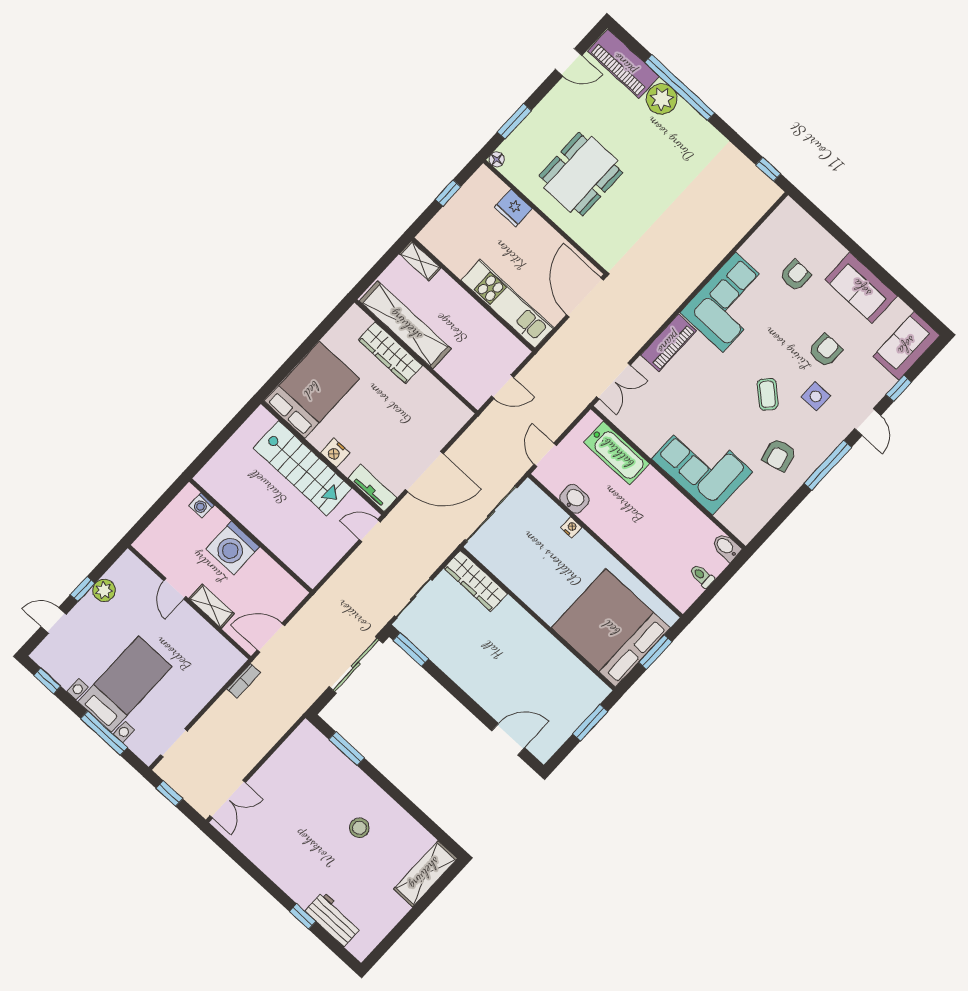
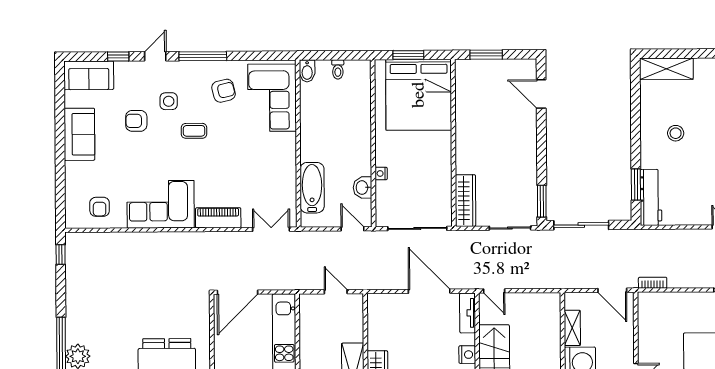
armchair: (795, 275) -> (100, 207), moved, turned -90
coffee table: (768, 394) -> (194, 131), turned 48
door: (545, 455) -> (352, 229), swing flipped
corner sofa: (702, 465) -> (272, 98), moved
shelving: (212, 606) -> (572, 328), moved
workbench: (322, 751) -> (651, 197), added

